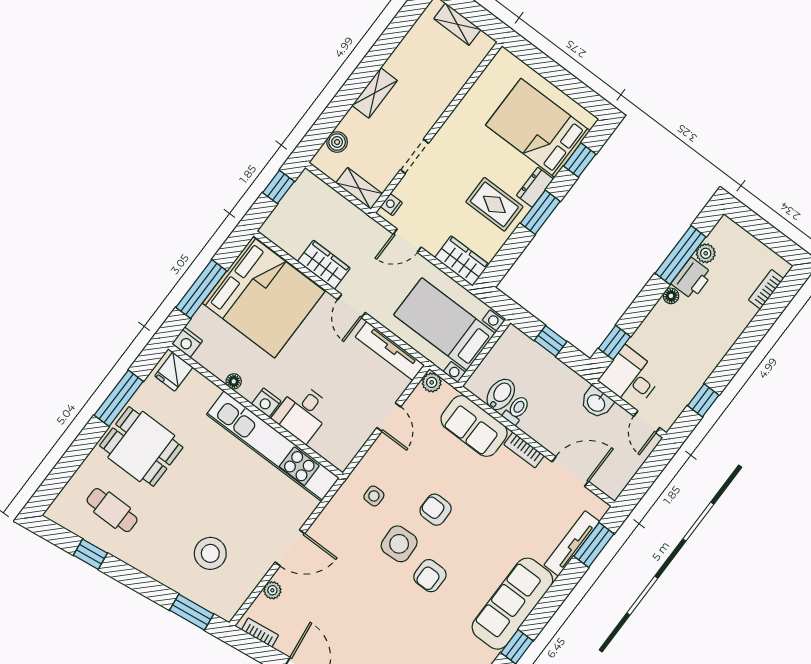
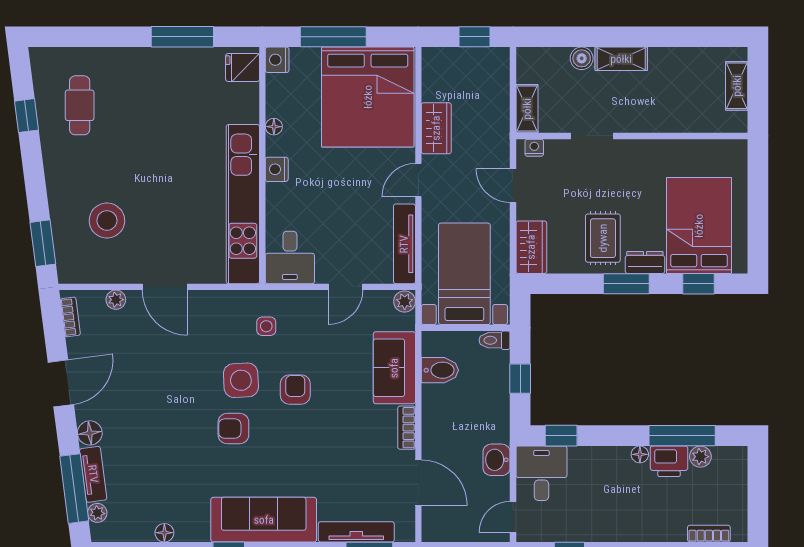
boiler: (337, 142) -> (582, 58), moved
toilet: (517, 410) -> (494, 340), moved, turned 180
desk: (302, 413) -> (290, 257), moved, turned -90
dining table: (141, 446) -> (155, 89), removed

